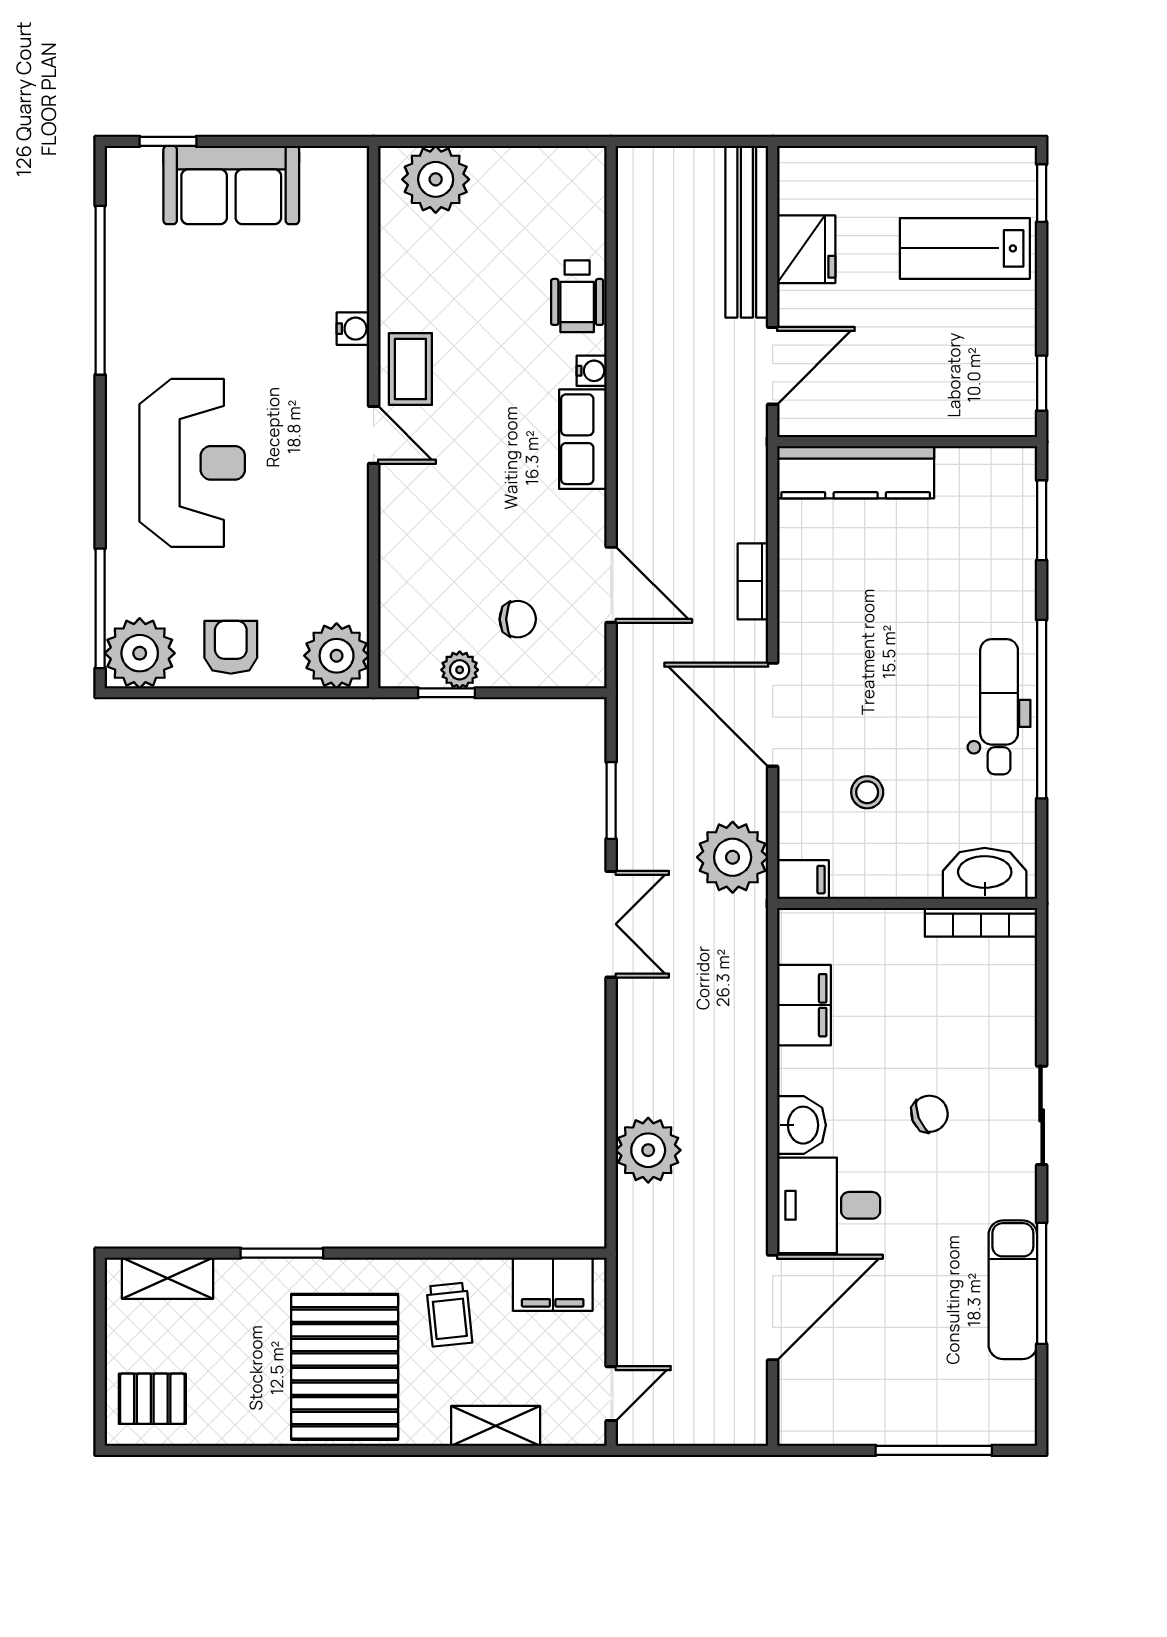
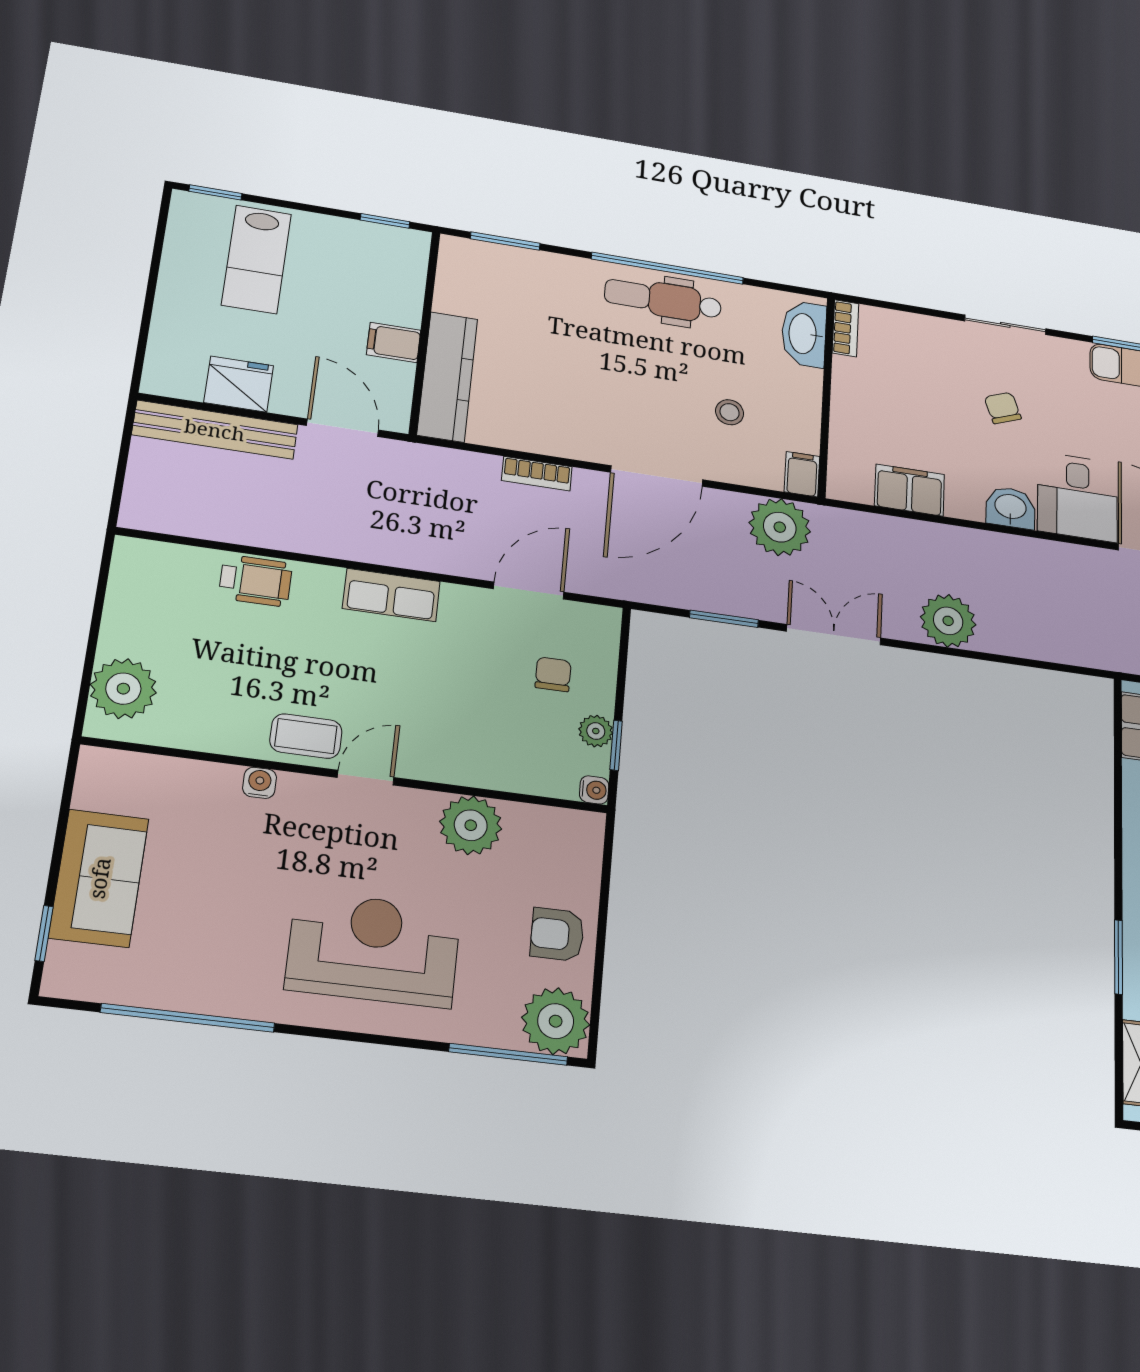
water cooler: (592, 371) -> (594, 790), moved, turned 90
filing cabinet: (888, 409) -> (394, 342), added
plant: (337, 656) -> (471, 825), moved
bookcase: (981, 922) -> (845, 328), width x0.64
plant: (648, 1150) -> (948, 621), moved

